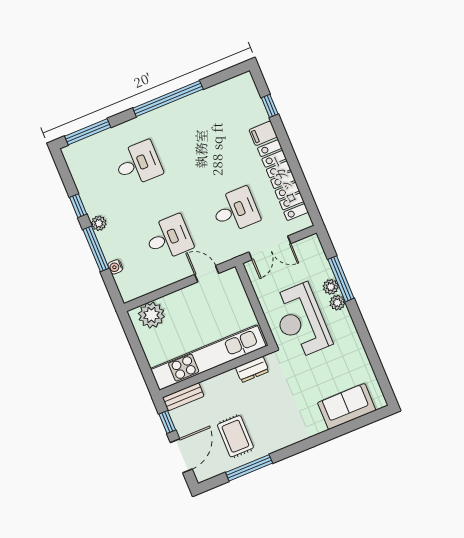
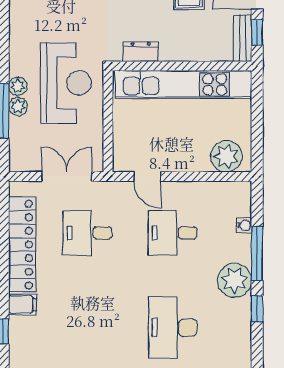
desk: (138, 164) -> (173, 328), width x1.37
plant: (99, 223) -> (234, 280), width x1.88, depth x1.88
bench: (183, 397) -> (243, 38), moved, turned 90

